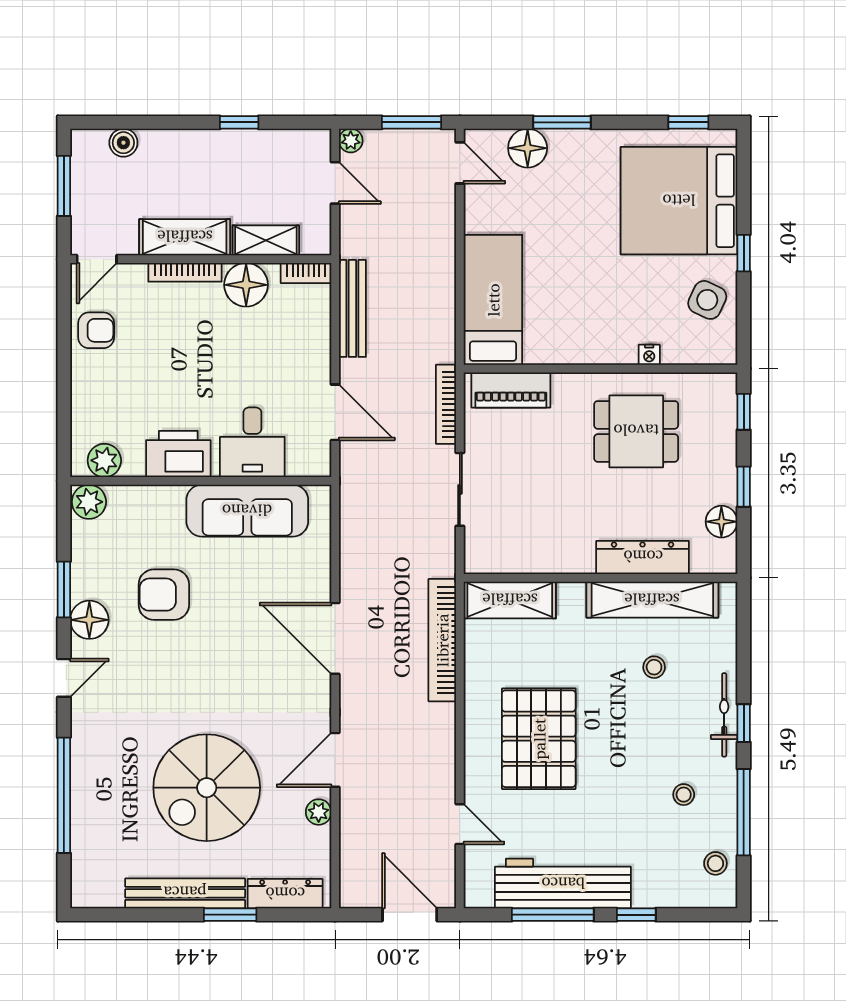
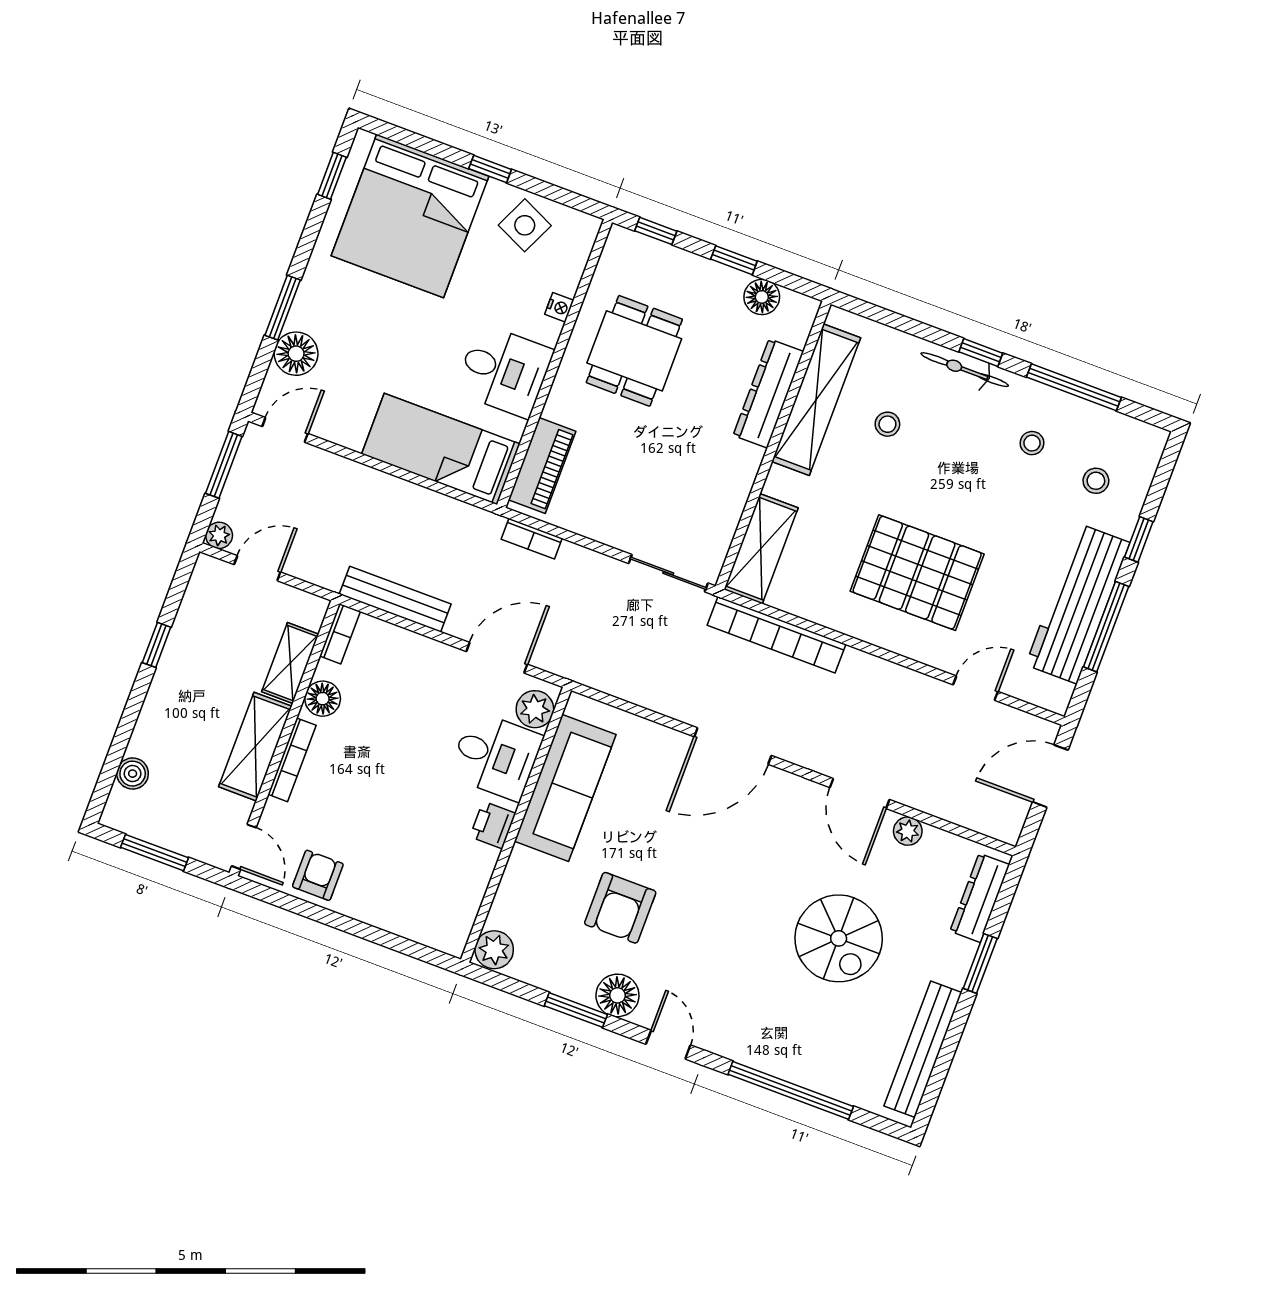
floor lamp: (246, 285) -> (323, 699), width x0.73, depth x0.73
desk: (578, 328) -> (504, 371), added
bookcase: (446, 404) -> (532, 539), width x0.64
printer: (178, 454) -> (493, 825), width x0.53, depth x0.68
plant: (104, 460) -> (535, 709), moved
sliding door: (460, 489) -> (668, 573), moved
spiral stairs: (207, 788) -> (839, 938), width x0.73, depth x0.73
stool: (715, 863) -> (1096, 481), moved
bench: (185, 893) -> (923, 1049), moved

